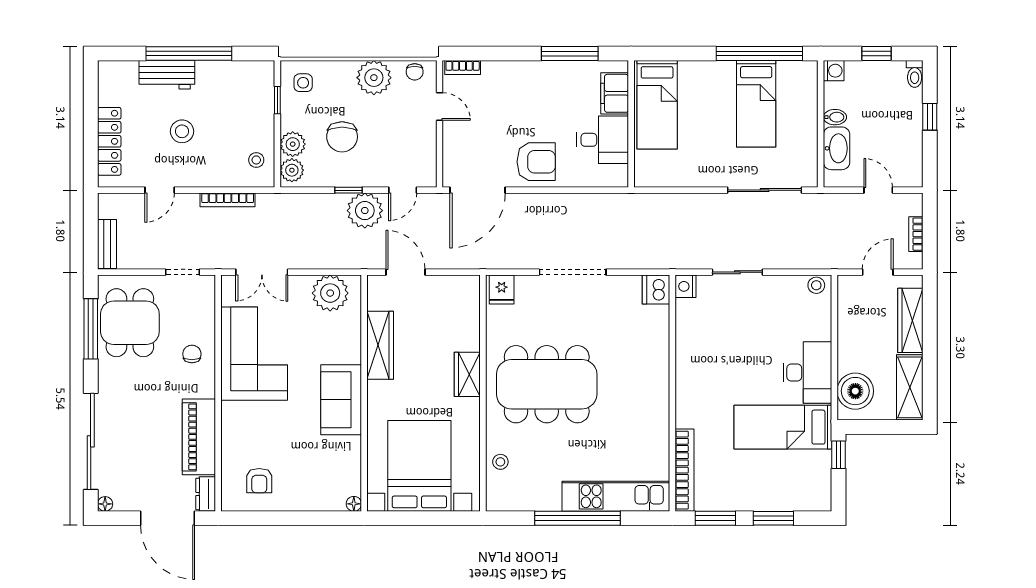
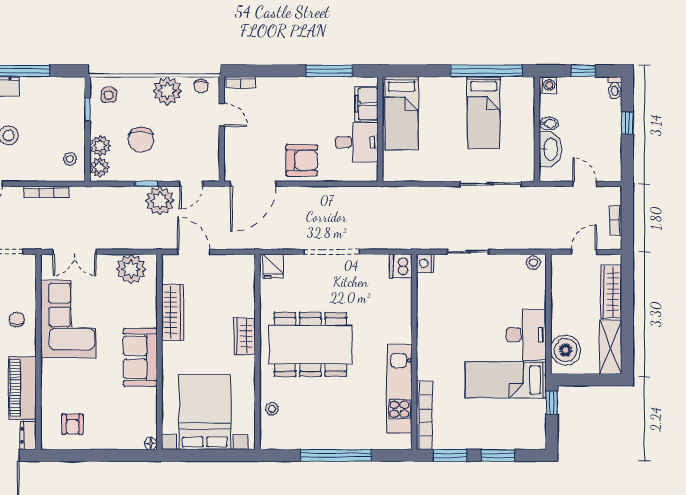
kitchen unit: (616, 496) -> (399, 389), moved, turned -90

